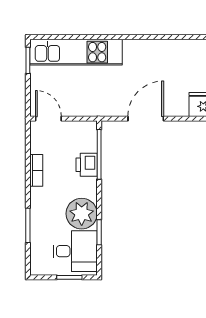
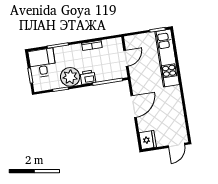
door: (48, 119) -> (126, 58), moved
door: (146, 119) -> (134, 106), hinge flipped
printer: (87, 165) -> (88, 77), moved
desk: (75, 251) -> (42, 63), moved, turned 180

